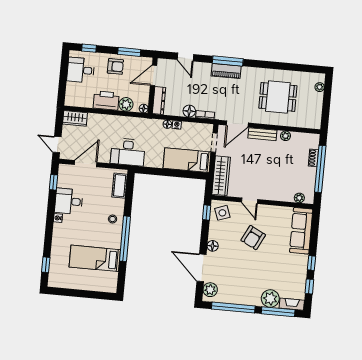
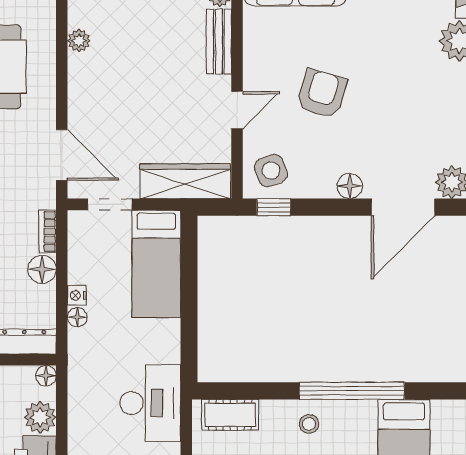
bench: (262, 134) -> (219, 42), moved
armchair: (253, 238) -> (322, 94), turned -101

